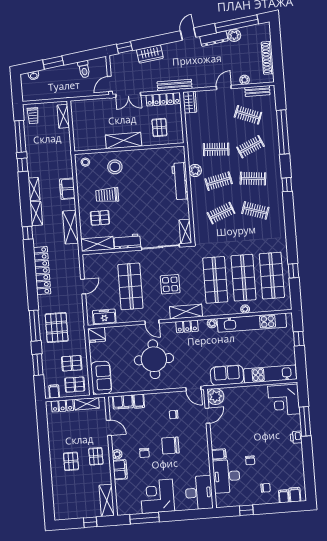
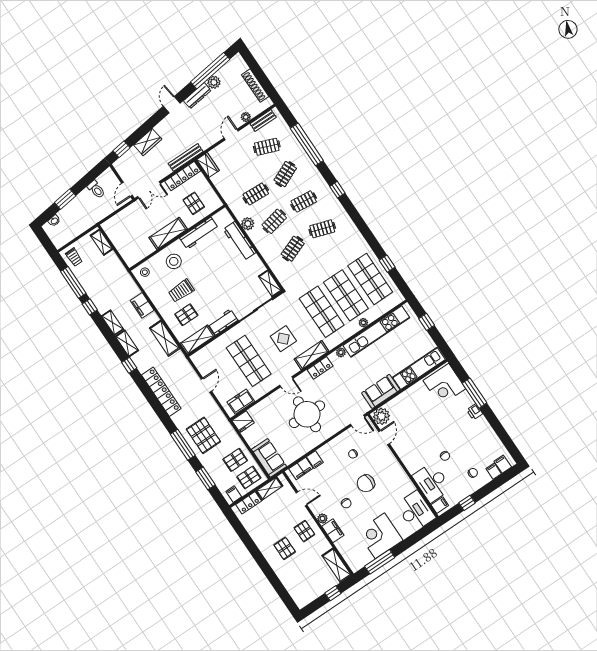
workbench: (150, 155) -> (199, 233), added
filing cabinet: (219, 454) -> (440, 505), moved

